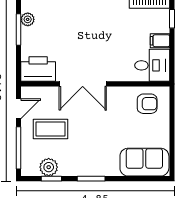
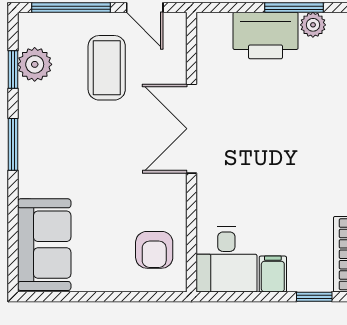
printer: (38, 69) -> (266, 36), moved, turned 90

